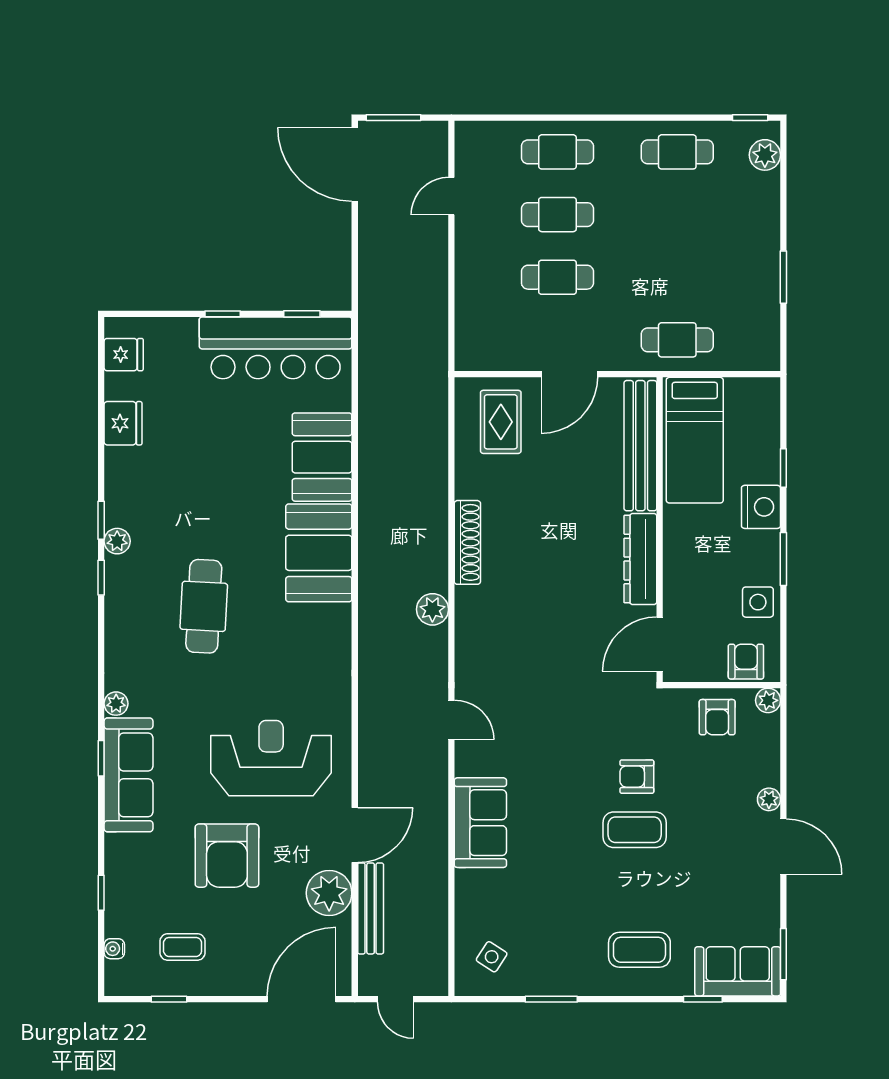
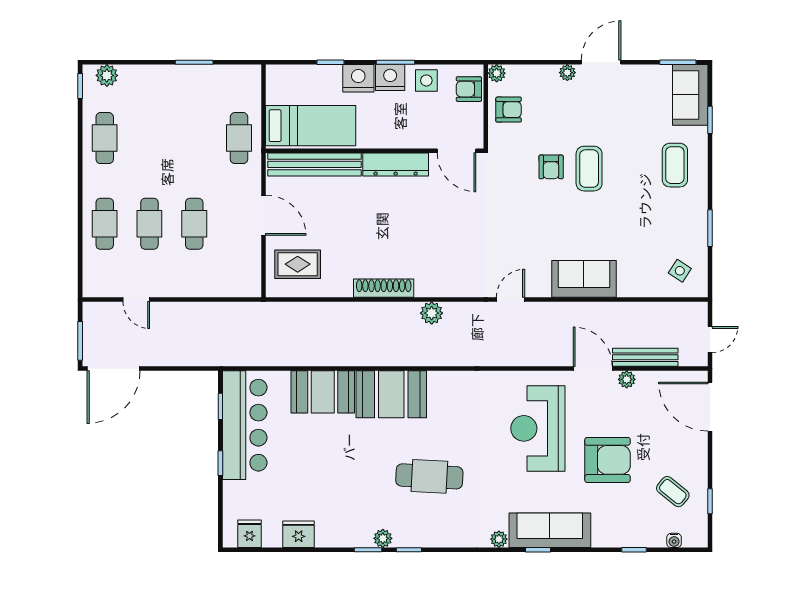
nightstand: (762, 551) -> (390, 78), added
plant: (329, 893) -> (627, 379), width x0.53, depth x0.53
coffee table: (183, 947) -> (673, 492), turned -51

